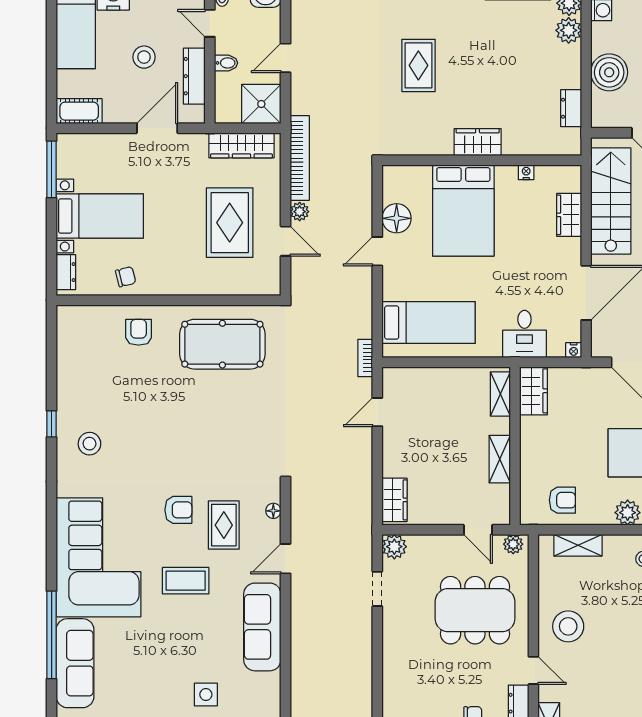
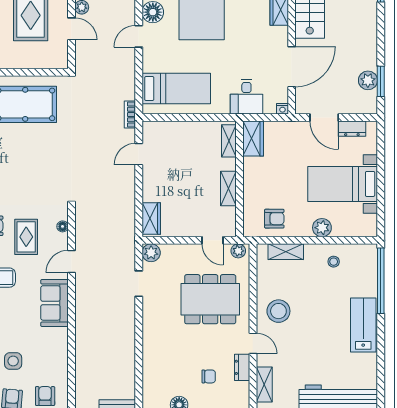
sofa: (262, 627) -> (54, 303), width x0.73

